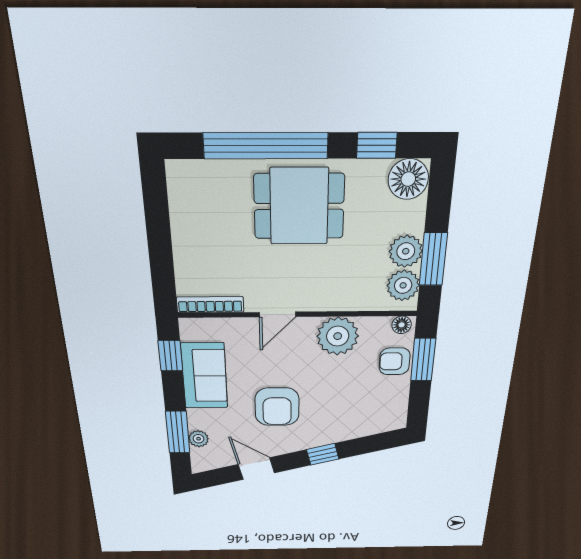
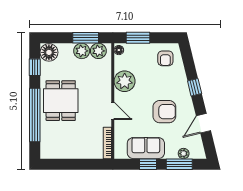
window: (170, 356) -> (148, 164), moved
armchair: (395, 361) -> (165, 58), moved

